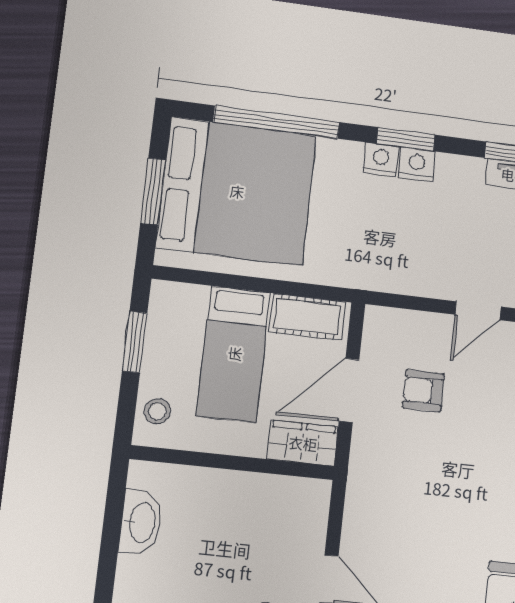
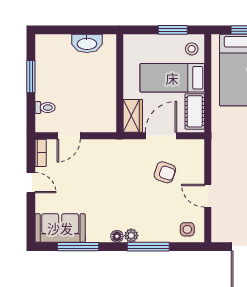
door: (349, 390) -> (161, 136), hinge flipped
armchair: (423, 391) -> (165, 172), turned 109
stool: (157, 411) -> (192, 49), moved

